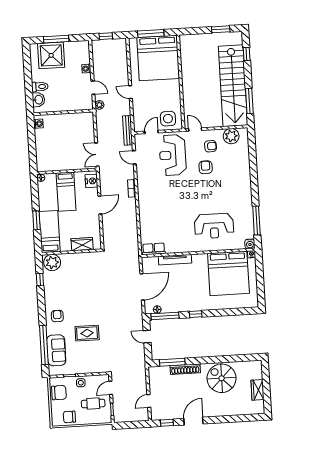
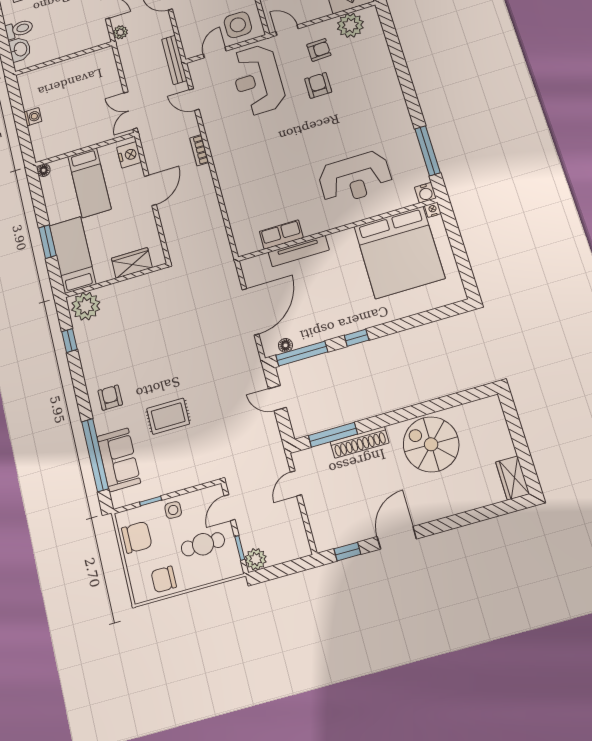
washing machine: (38, 124) -> (33, 117), moved
row of seats: (154, 249) -> (281, 235), moved
wardrobe: (258, 390) -> (513, 478), moved
door: (149, 401) -> (296, 483), moved
plant: (119, 417) -> (256, 559), added

